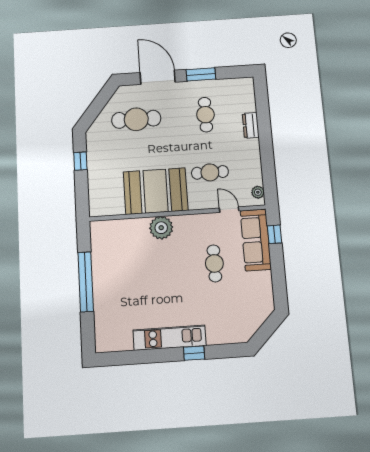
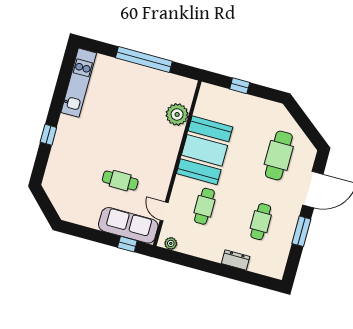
cafe table: (205, 115) -> (261, 222), turned 90
window: (80, 161) -> (240, 86), moved
door: (229, 210) -> (164, 211), swing flipped
plant: (161, 228) -> (177, 114), moved
kitchen unit: (169, 338) -> (79, 83), moved

